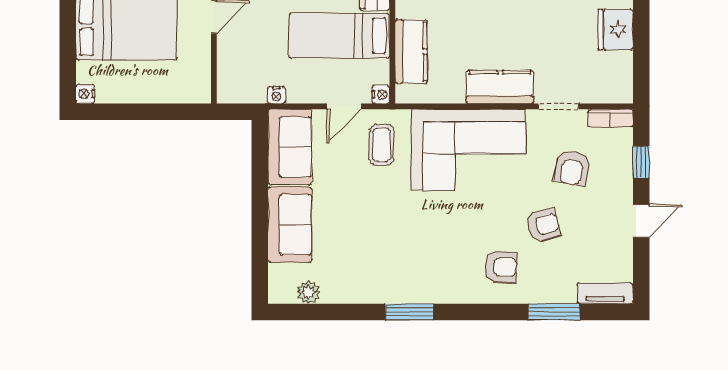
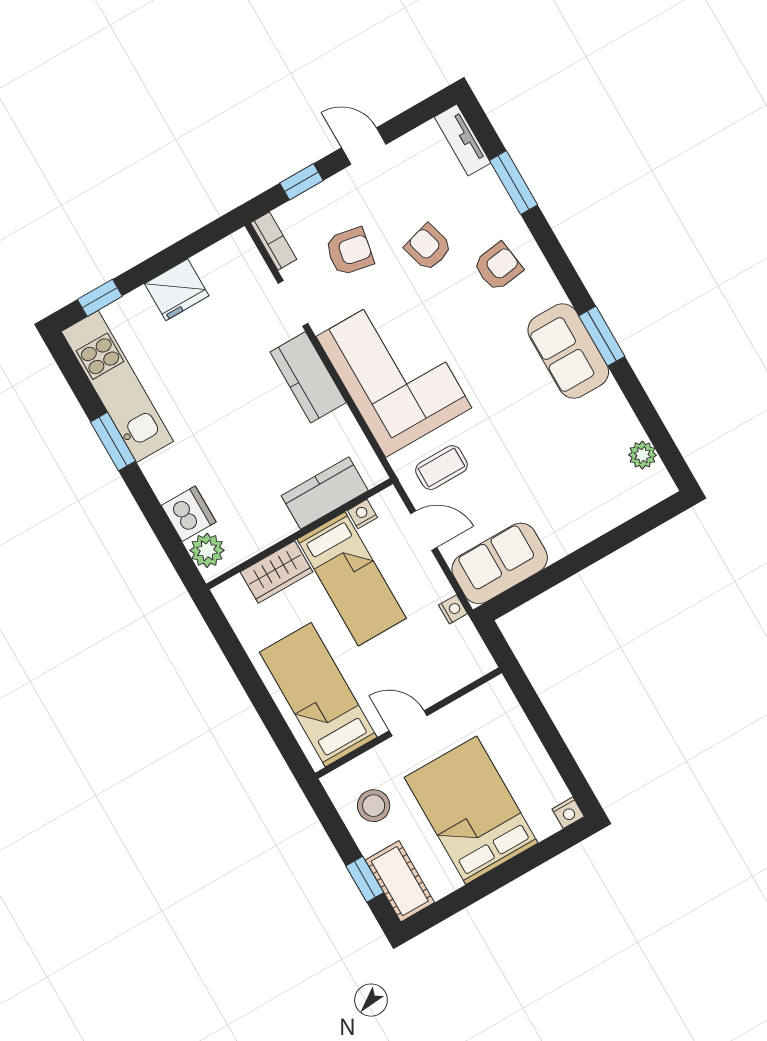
nightstand: (381, 94) -> (362, 514), moved
sofa: (290, 225) -> (568, 351), moved, turned -90
armchair: (501, 267) -> (498, 267), turned 79

